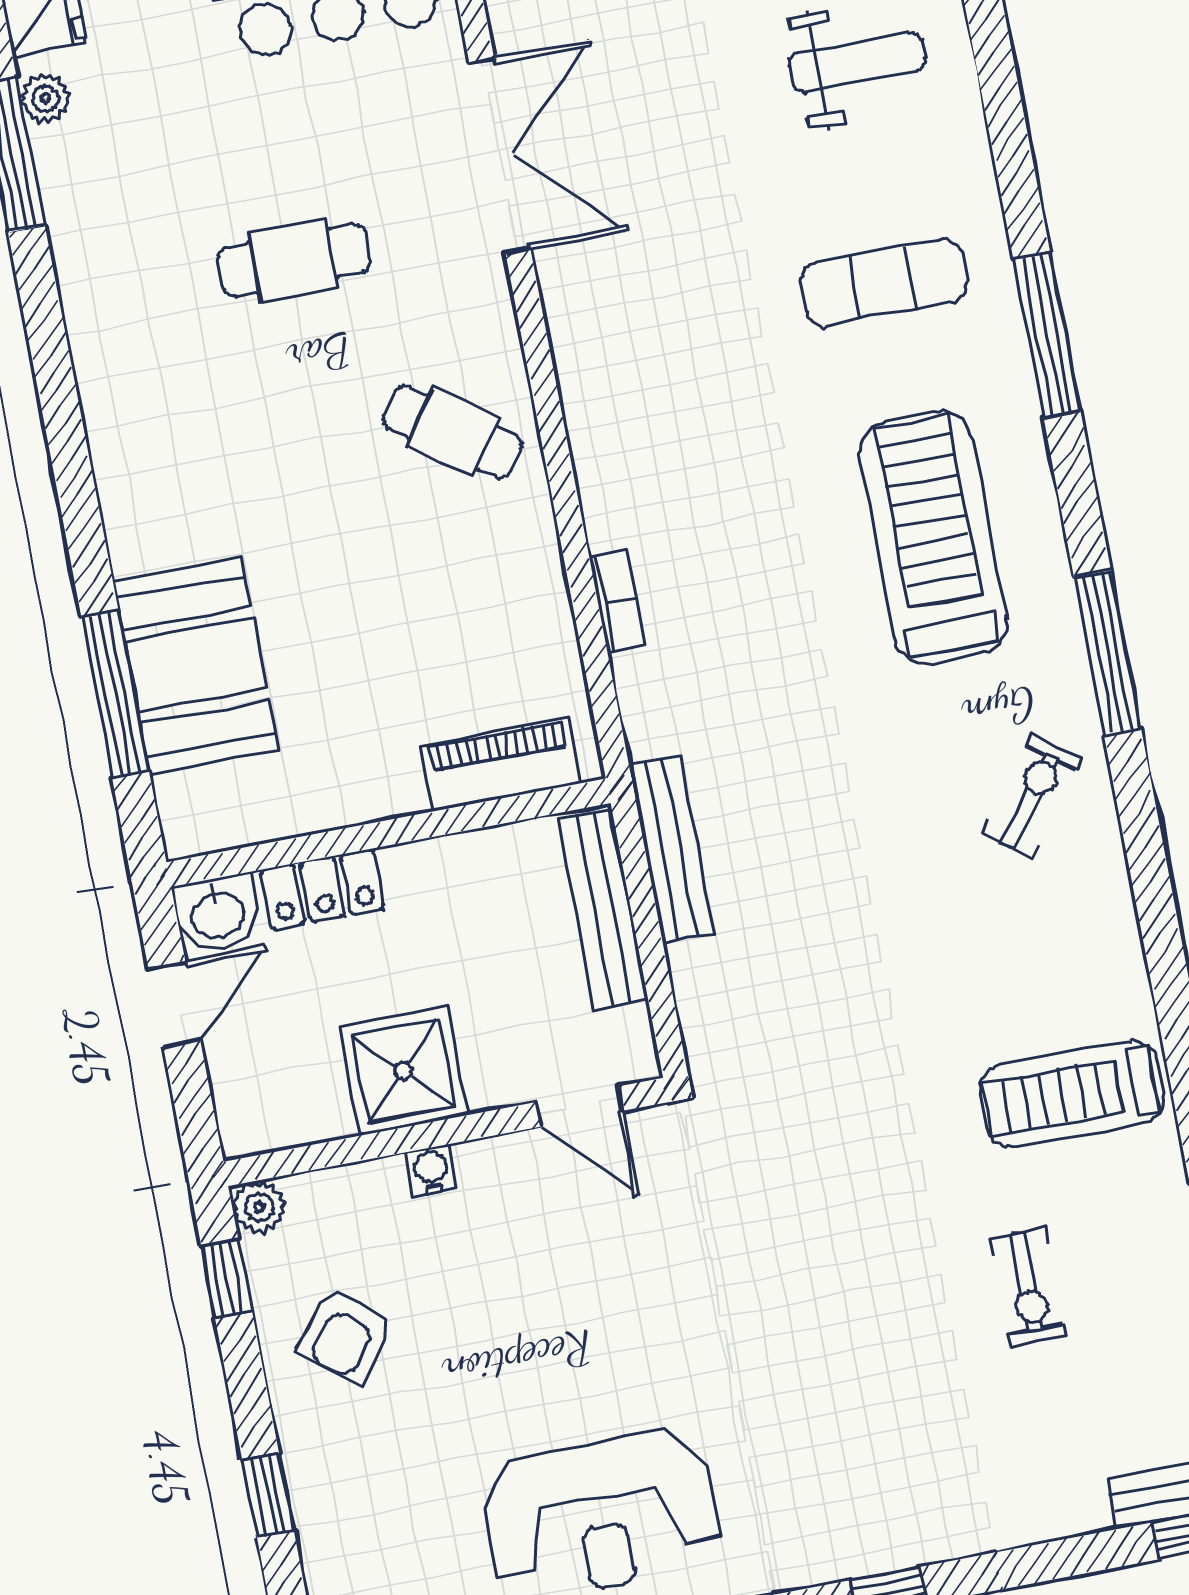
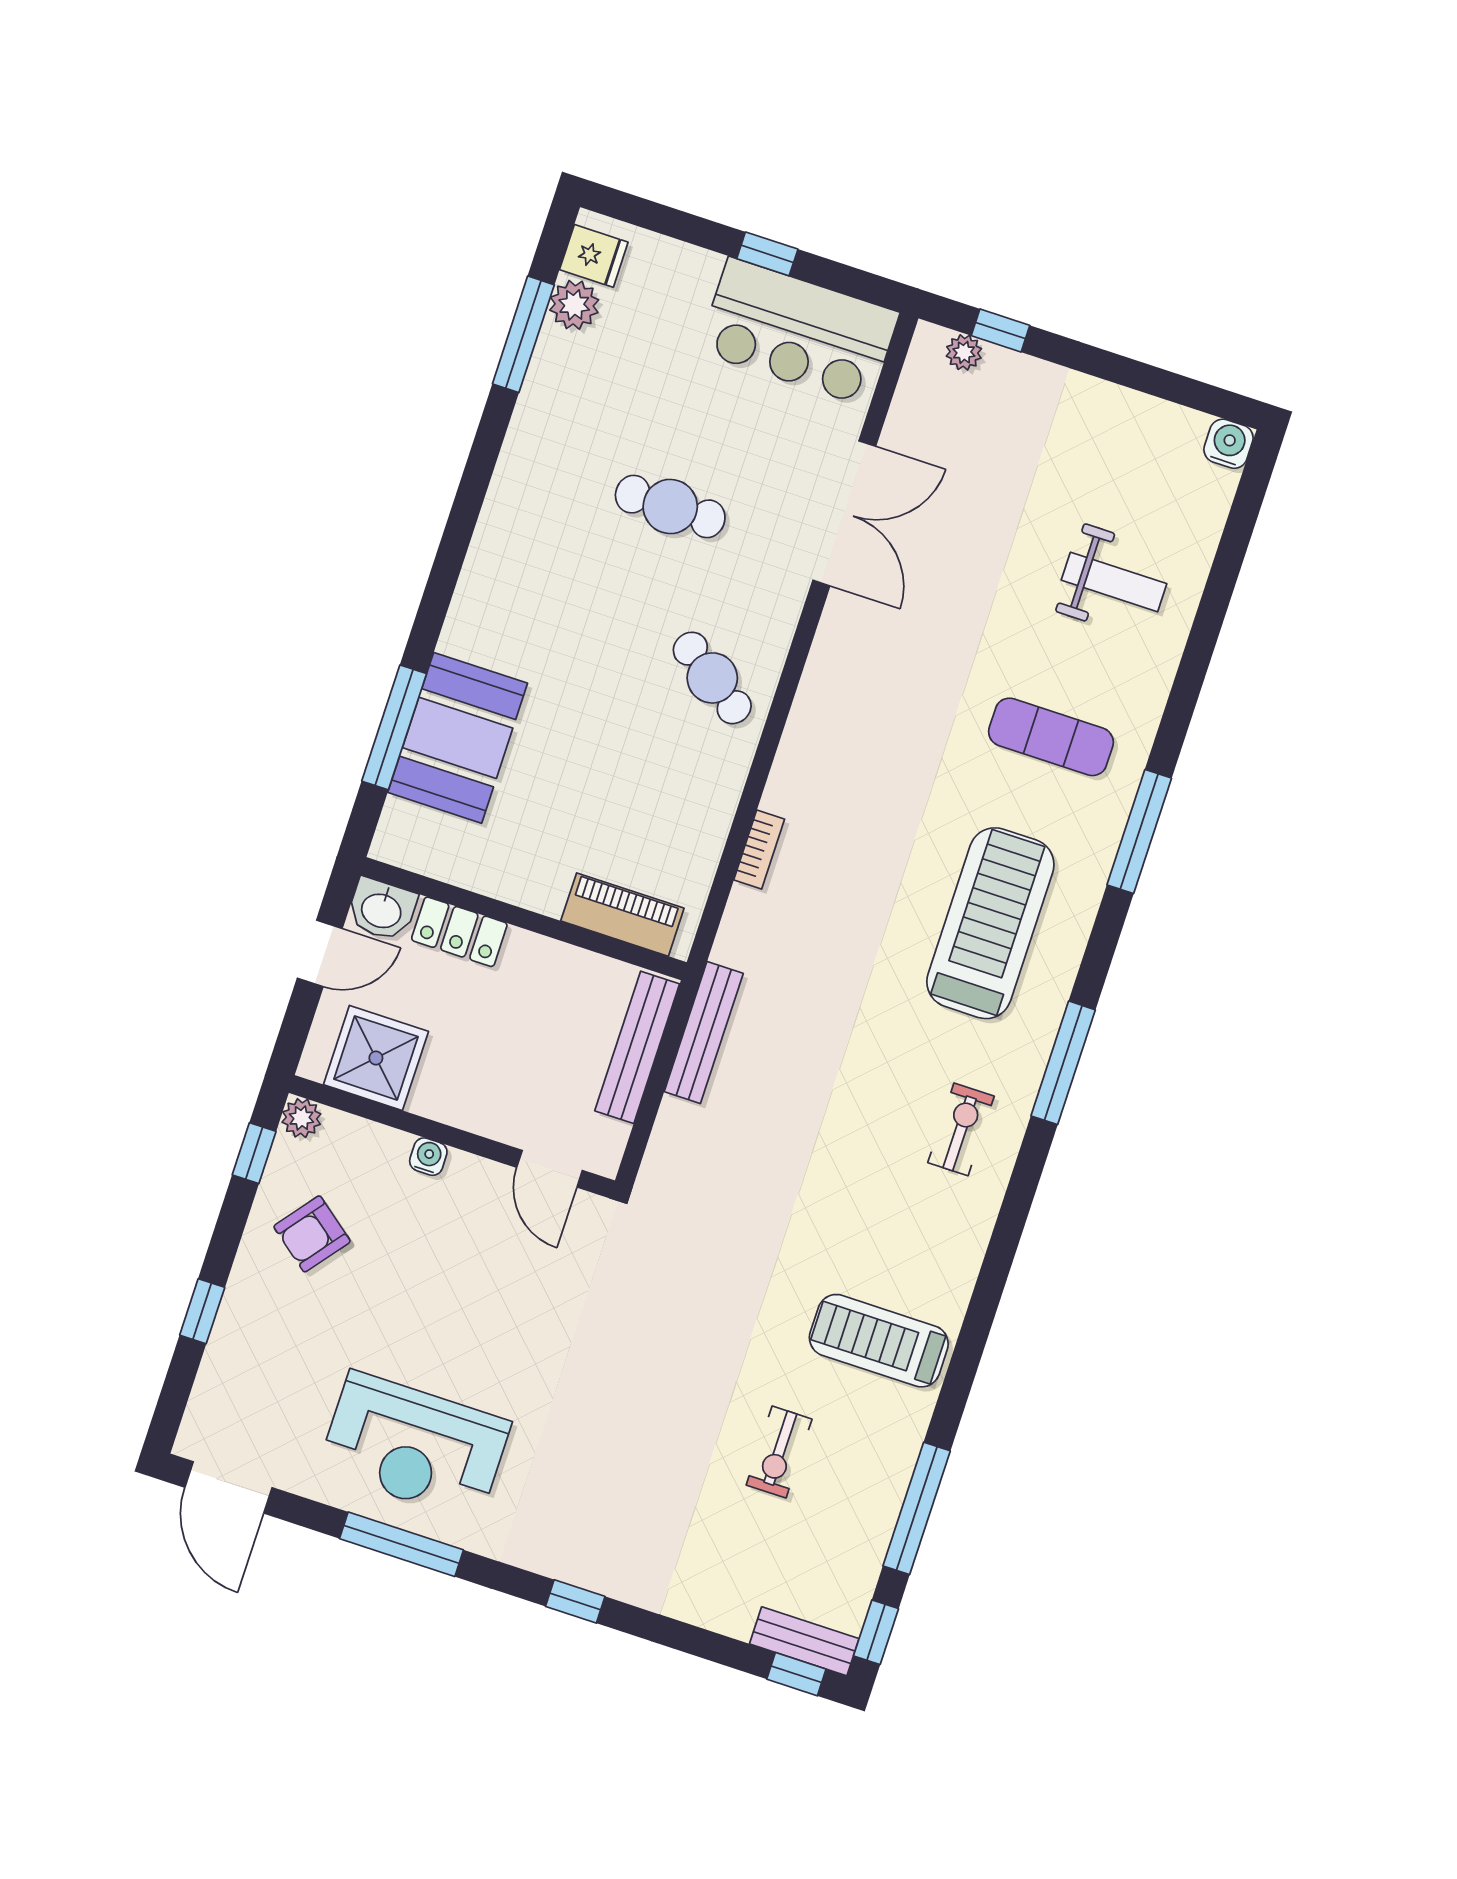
plant: (45, 98) -> (574, 305), width x1.38, depth x1.38
exercise bike: (1032, 796) -> (961, 1129), turned -37
shower: (403, 1071) -> (376, 1058), moved

